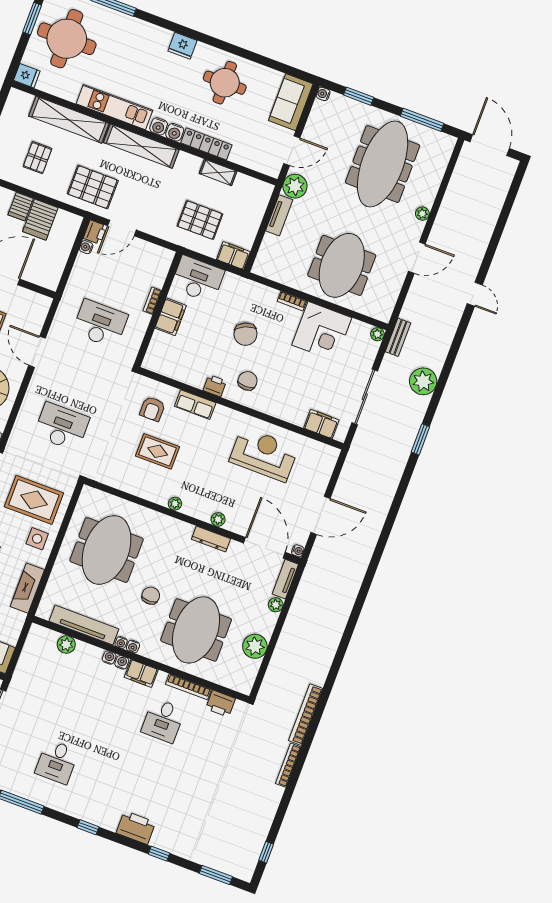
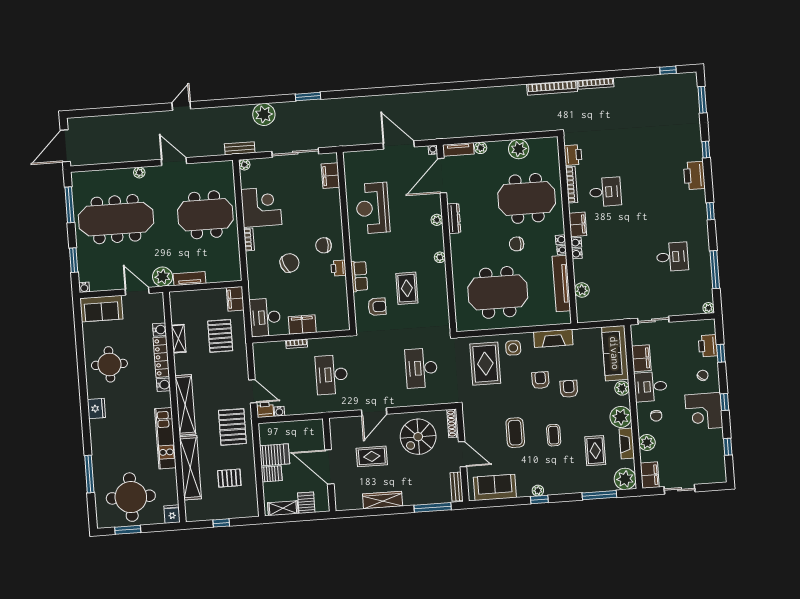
water cooler: (159, 126) -> (160, 330), moved

